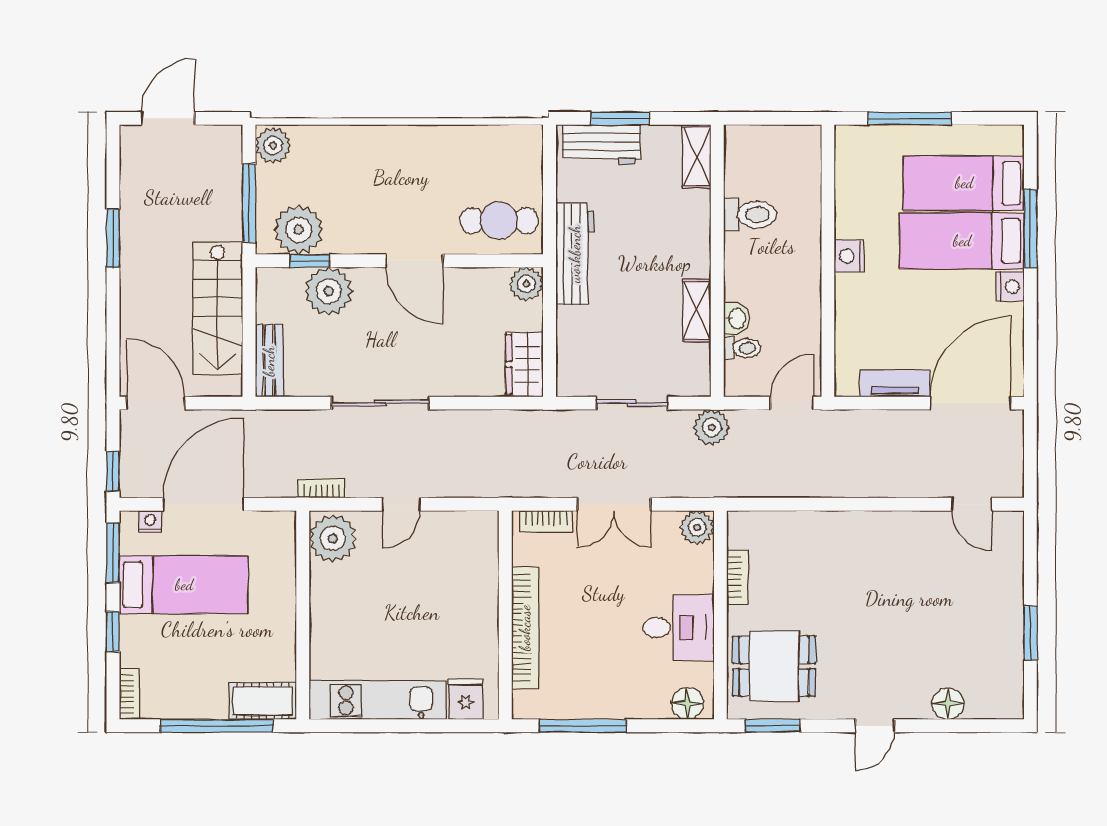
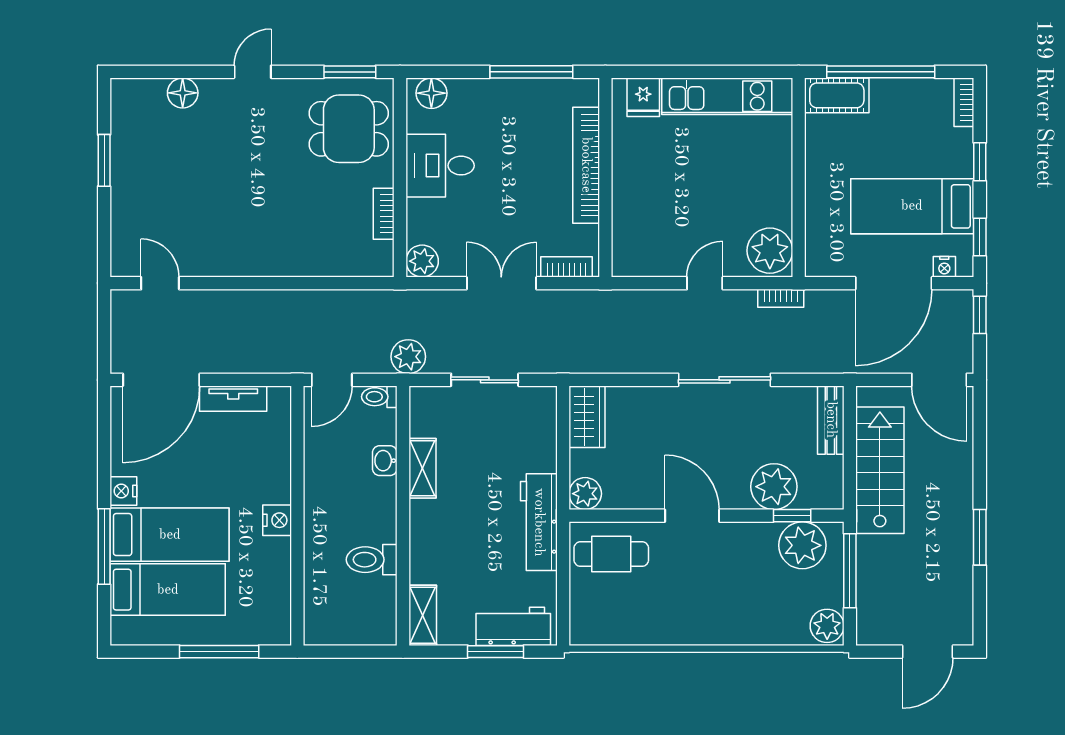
toilet: (742, 348) -> (379, 397), moved
window: (113, 553) -> (980, 237), width x0.67

